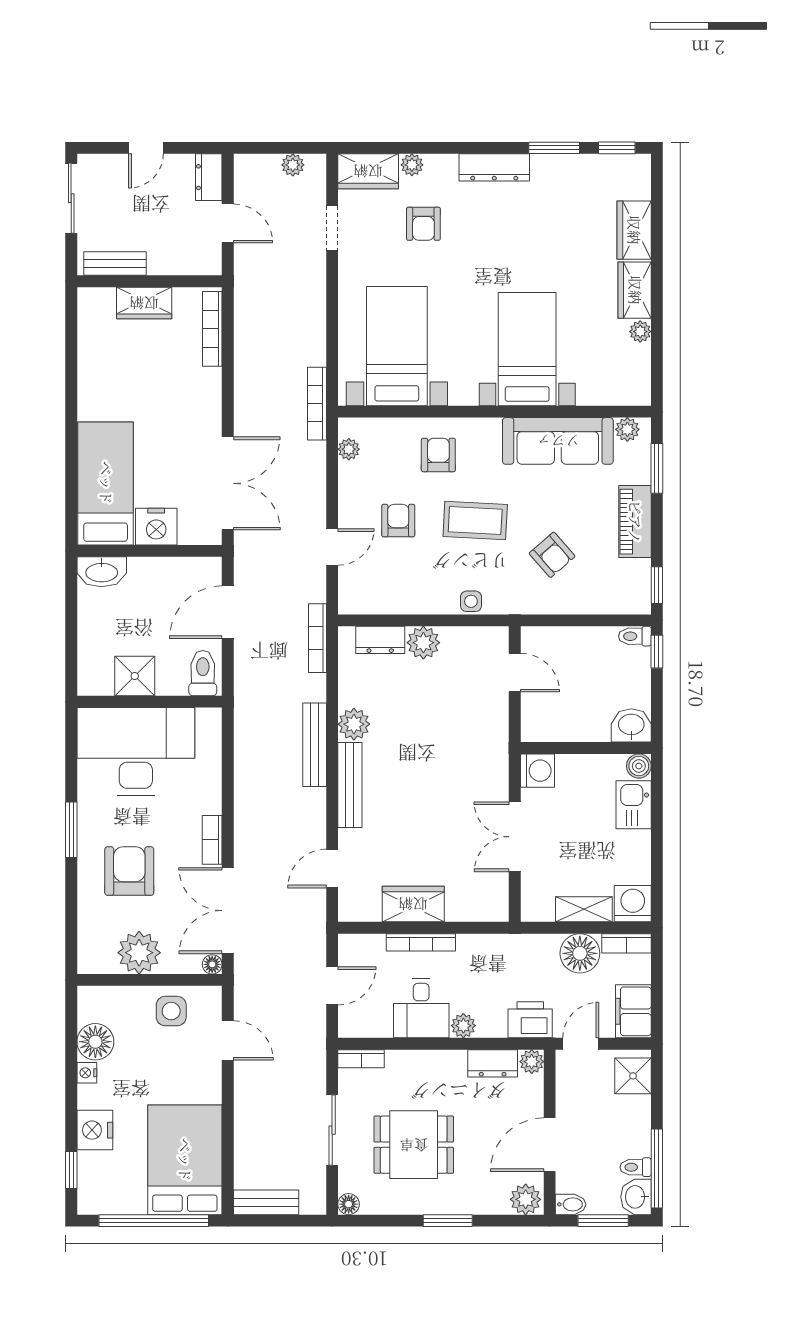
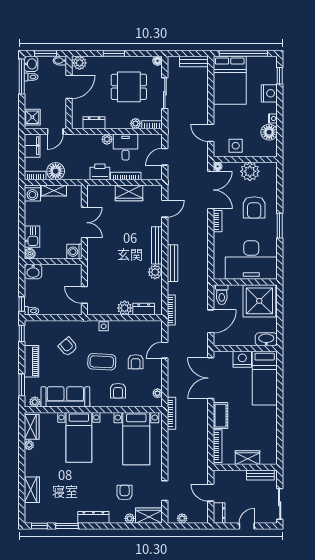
wardrobe: (635, 290) -> (32, 427), moved
cot: (206, 399) -> (220, 416), added
shower: (135, 676) -> (259, 301), width x1.86, depth x1.86
printer: (530, 1020) -> (100, 172), moved, turned 180
plant: (532, 1062) -> (136, 123), moved

